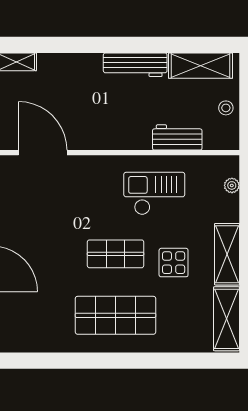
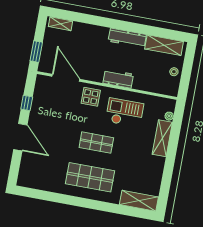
workbench: (177, 137) -> (118, 79), moved
shelving: (227, 254) -> (162, 138), moved
display table: (174, 263) -> (91, 97), moved
shelving: (227, 319) -> (139, 201), moved, turned 90

